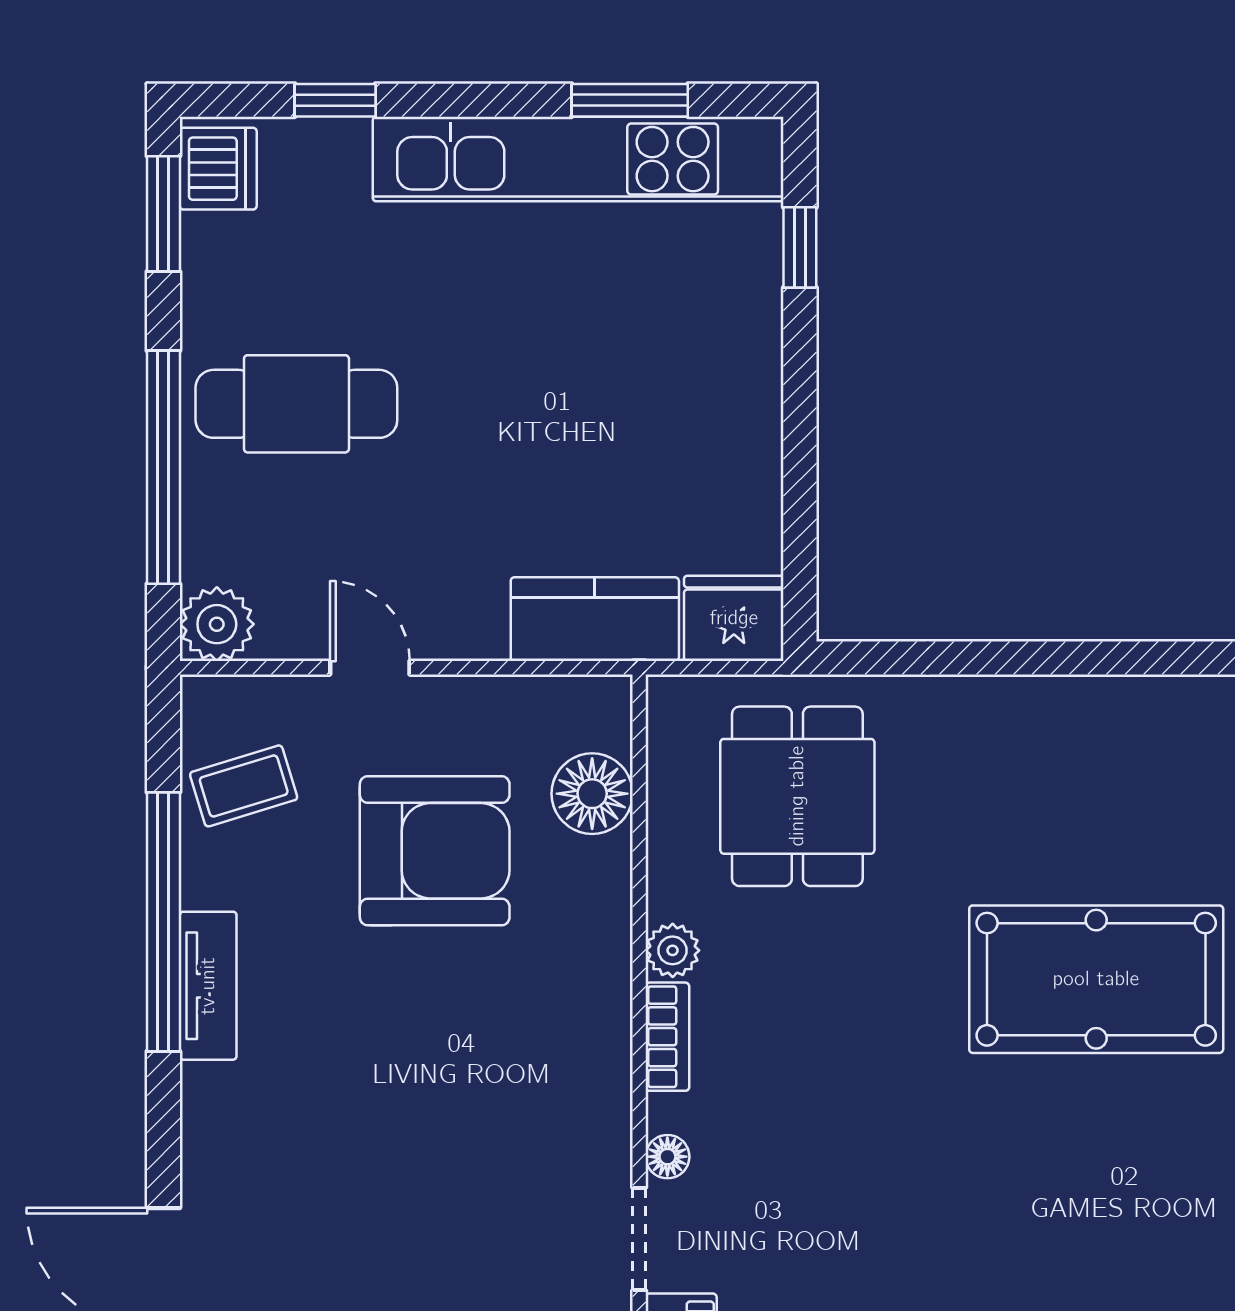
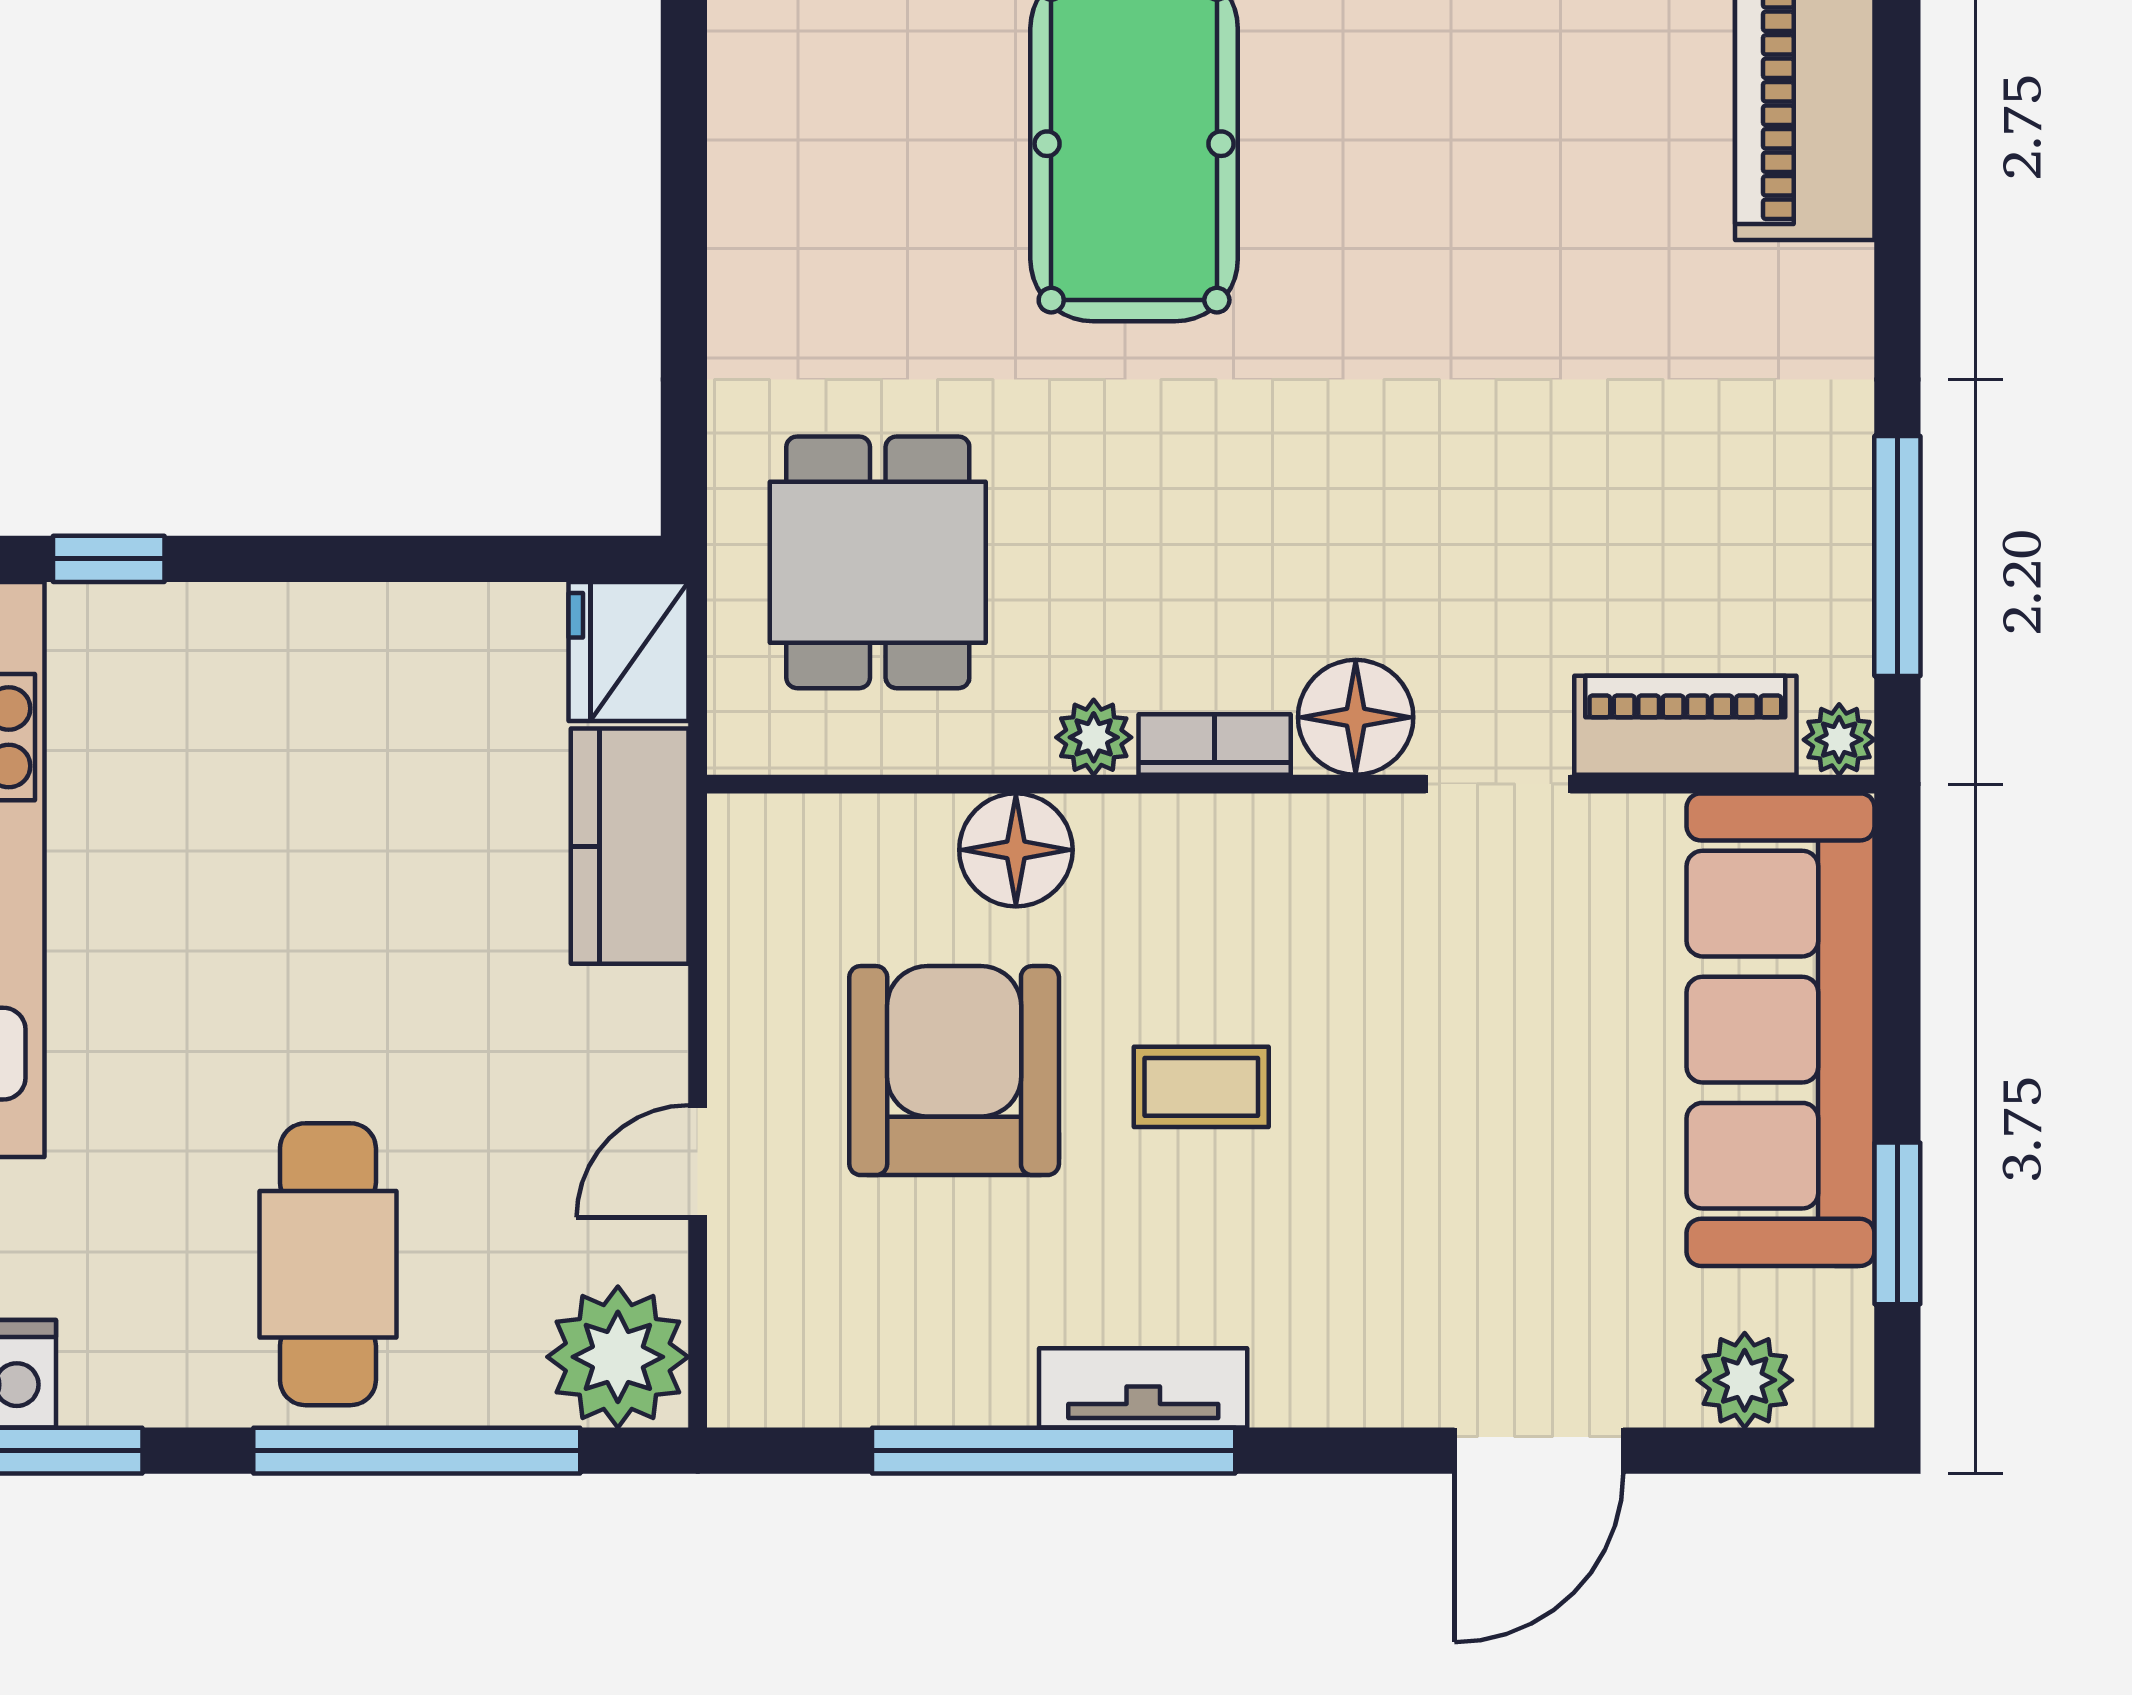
plant: (217, 624) -> (618, 1357), width x1.36, depth x1.36
coffee table: (244, 786) -> (1201, 1087), moved, turned -73
floor lamp: (592, 794) -> (1016, 850), moved
dining table: (797, 796) -> (878, 562), turned 90
floor lamp: (667, 1157) -> (1356, 717), width x1.89, depth x1.89

